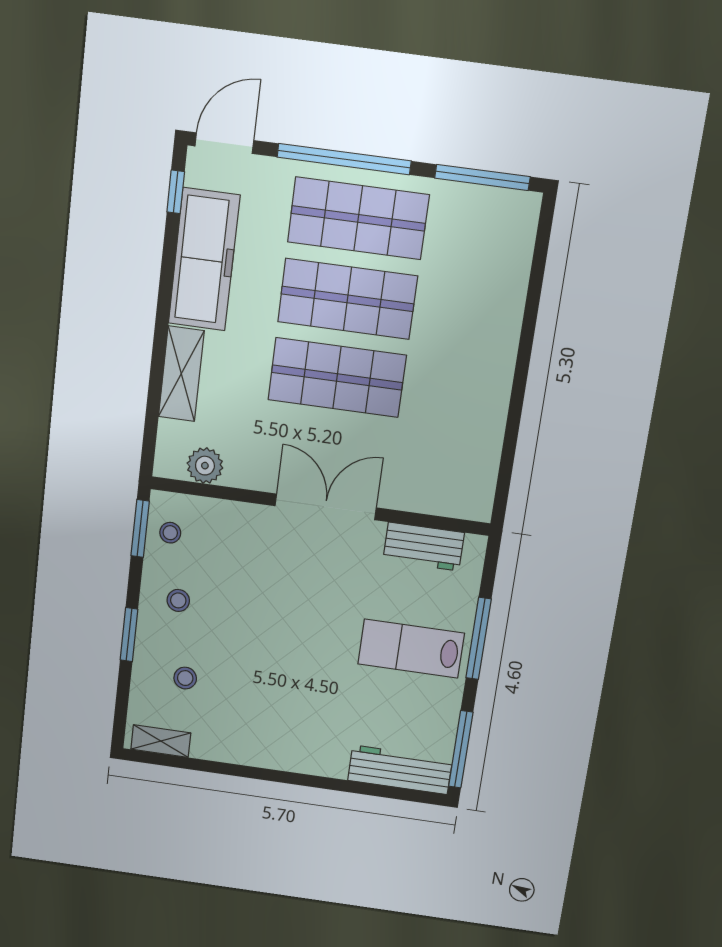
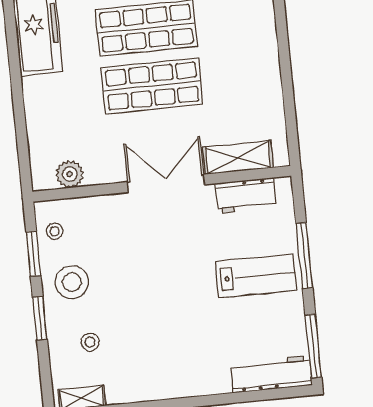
shelving: (181, 374) -> (238, 157), moved, turned 90
window: (140, 528) -> (33, 254), moved
stool: (178, 600) -> (72, 282), width x1.89, depth x1.89
lab bench: (411, 649) -> (256, 276), turned 180

